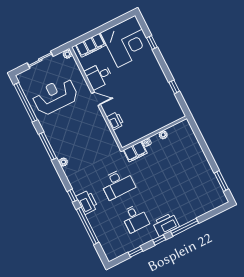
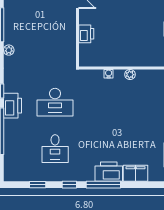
filing cabinet: (135, 152) -> (136, 173), moved, turned 180
printer: (166, 224) -> (109, 172), moved

